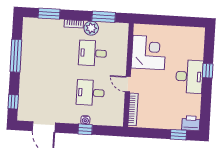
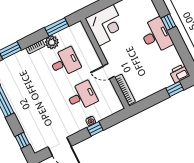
desk: (93, 53) -> (65, 62), turned 180
corner desk: (149, 53) -> (106, 25), moved, turned 90
desk: (90, 93) -> (82, 96), turned 180

